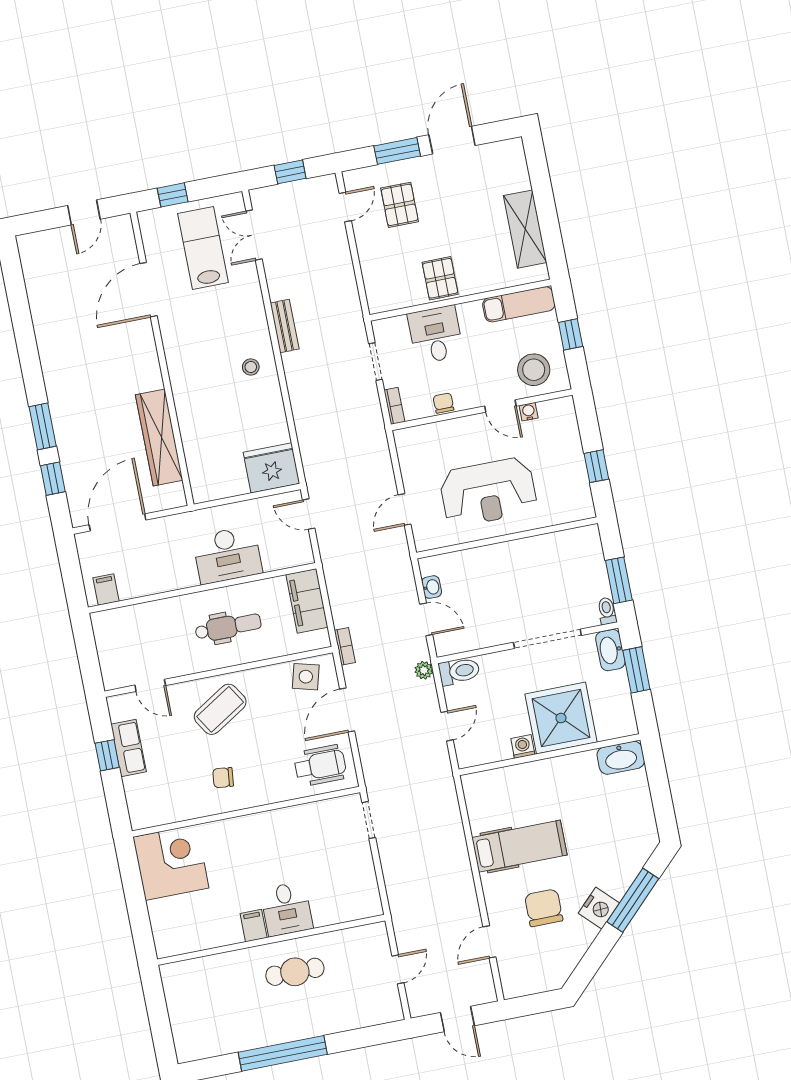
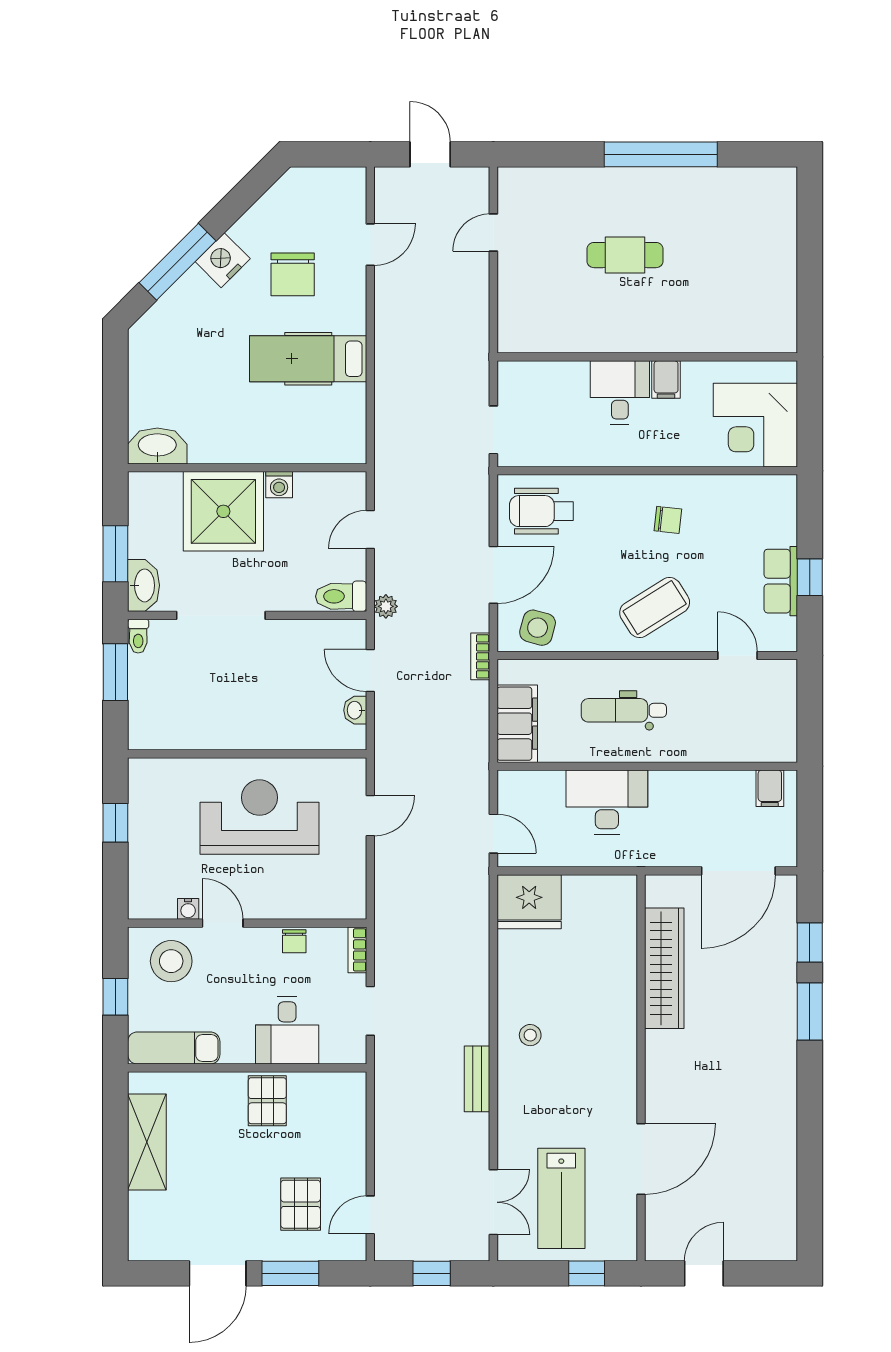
desk: (287, 909) -> (620, 392), moved
filing cabinet: (254, 926) -> (666, 380), moved
wall: (271, 940) -> (647, 357), moved

